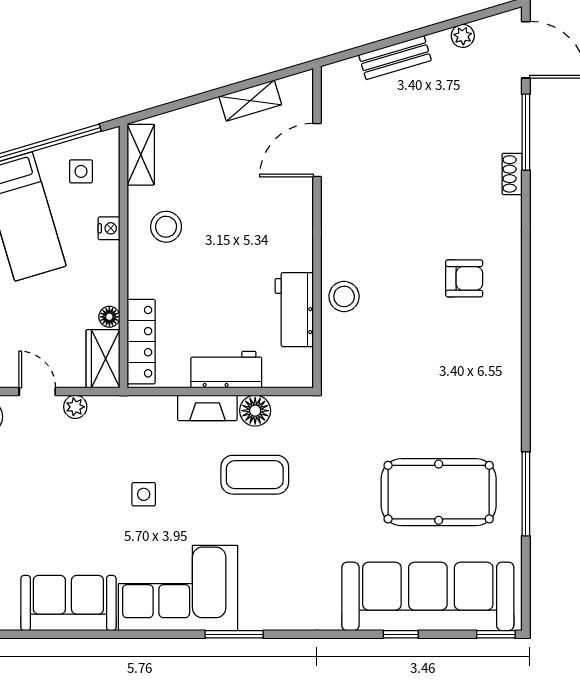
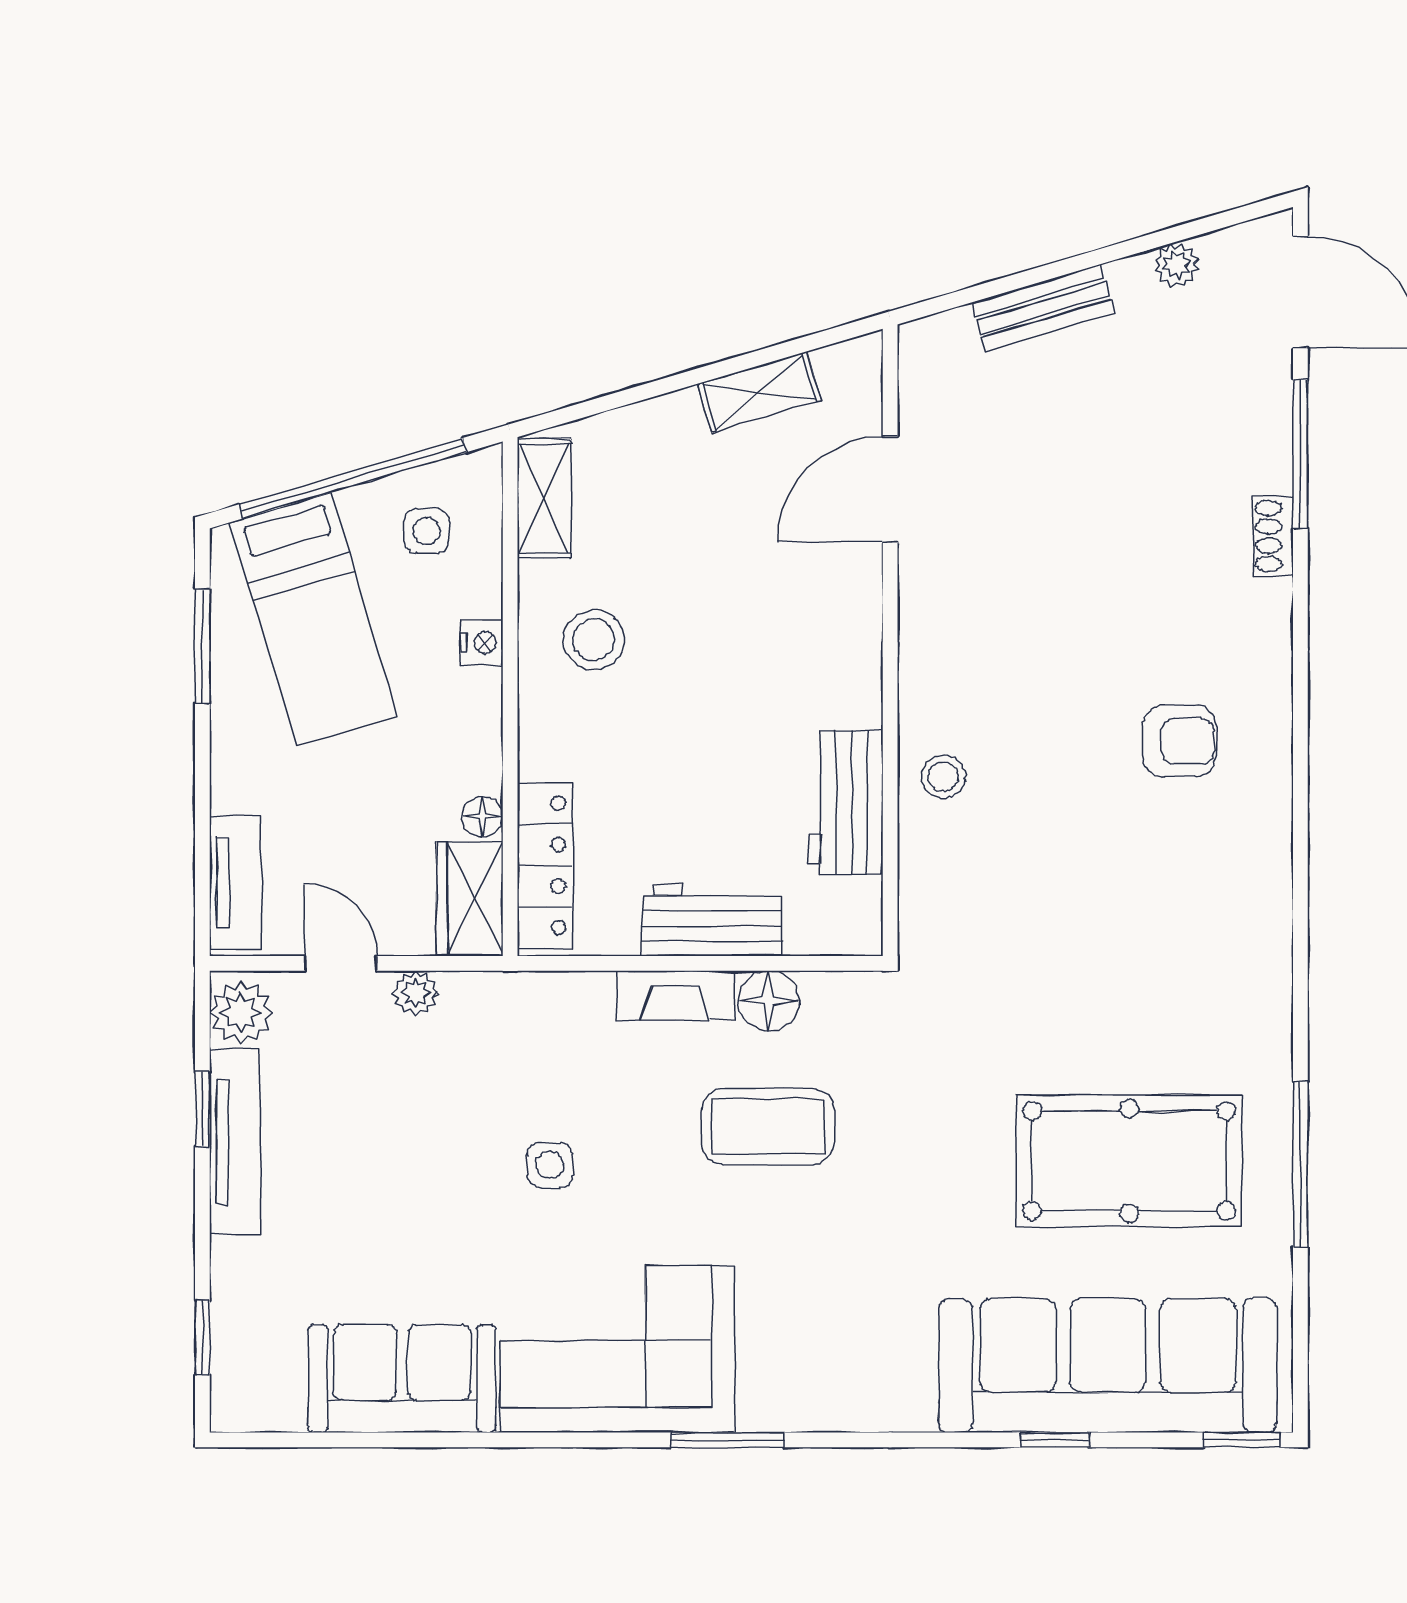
stool: (344, 296) -> (943, 777), width x0.73, depth x0.73

